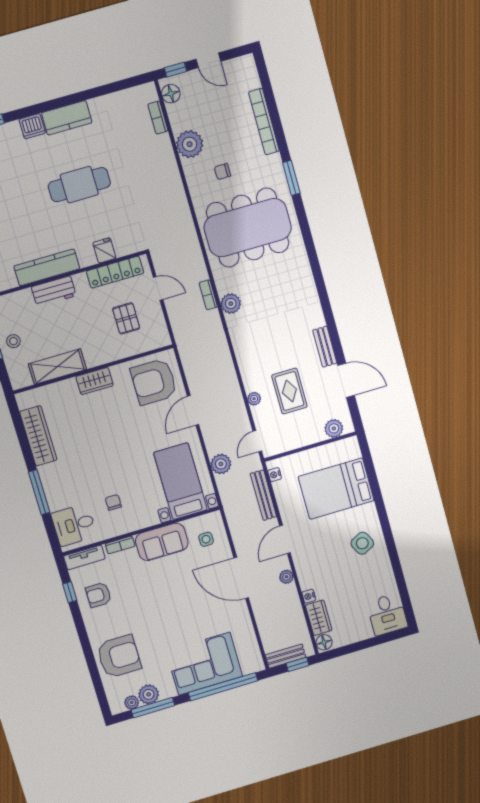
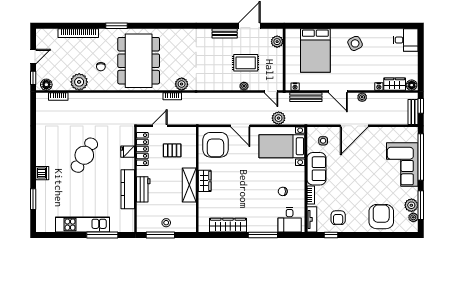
kitchen counter: (67, 118) -> (43, 151), removed
cafe table: (79, 185) -> (84, 155), turned 31
shelving: (57, 367) -> (189, 185), moved

